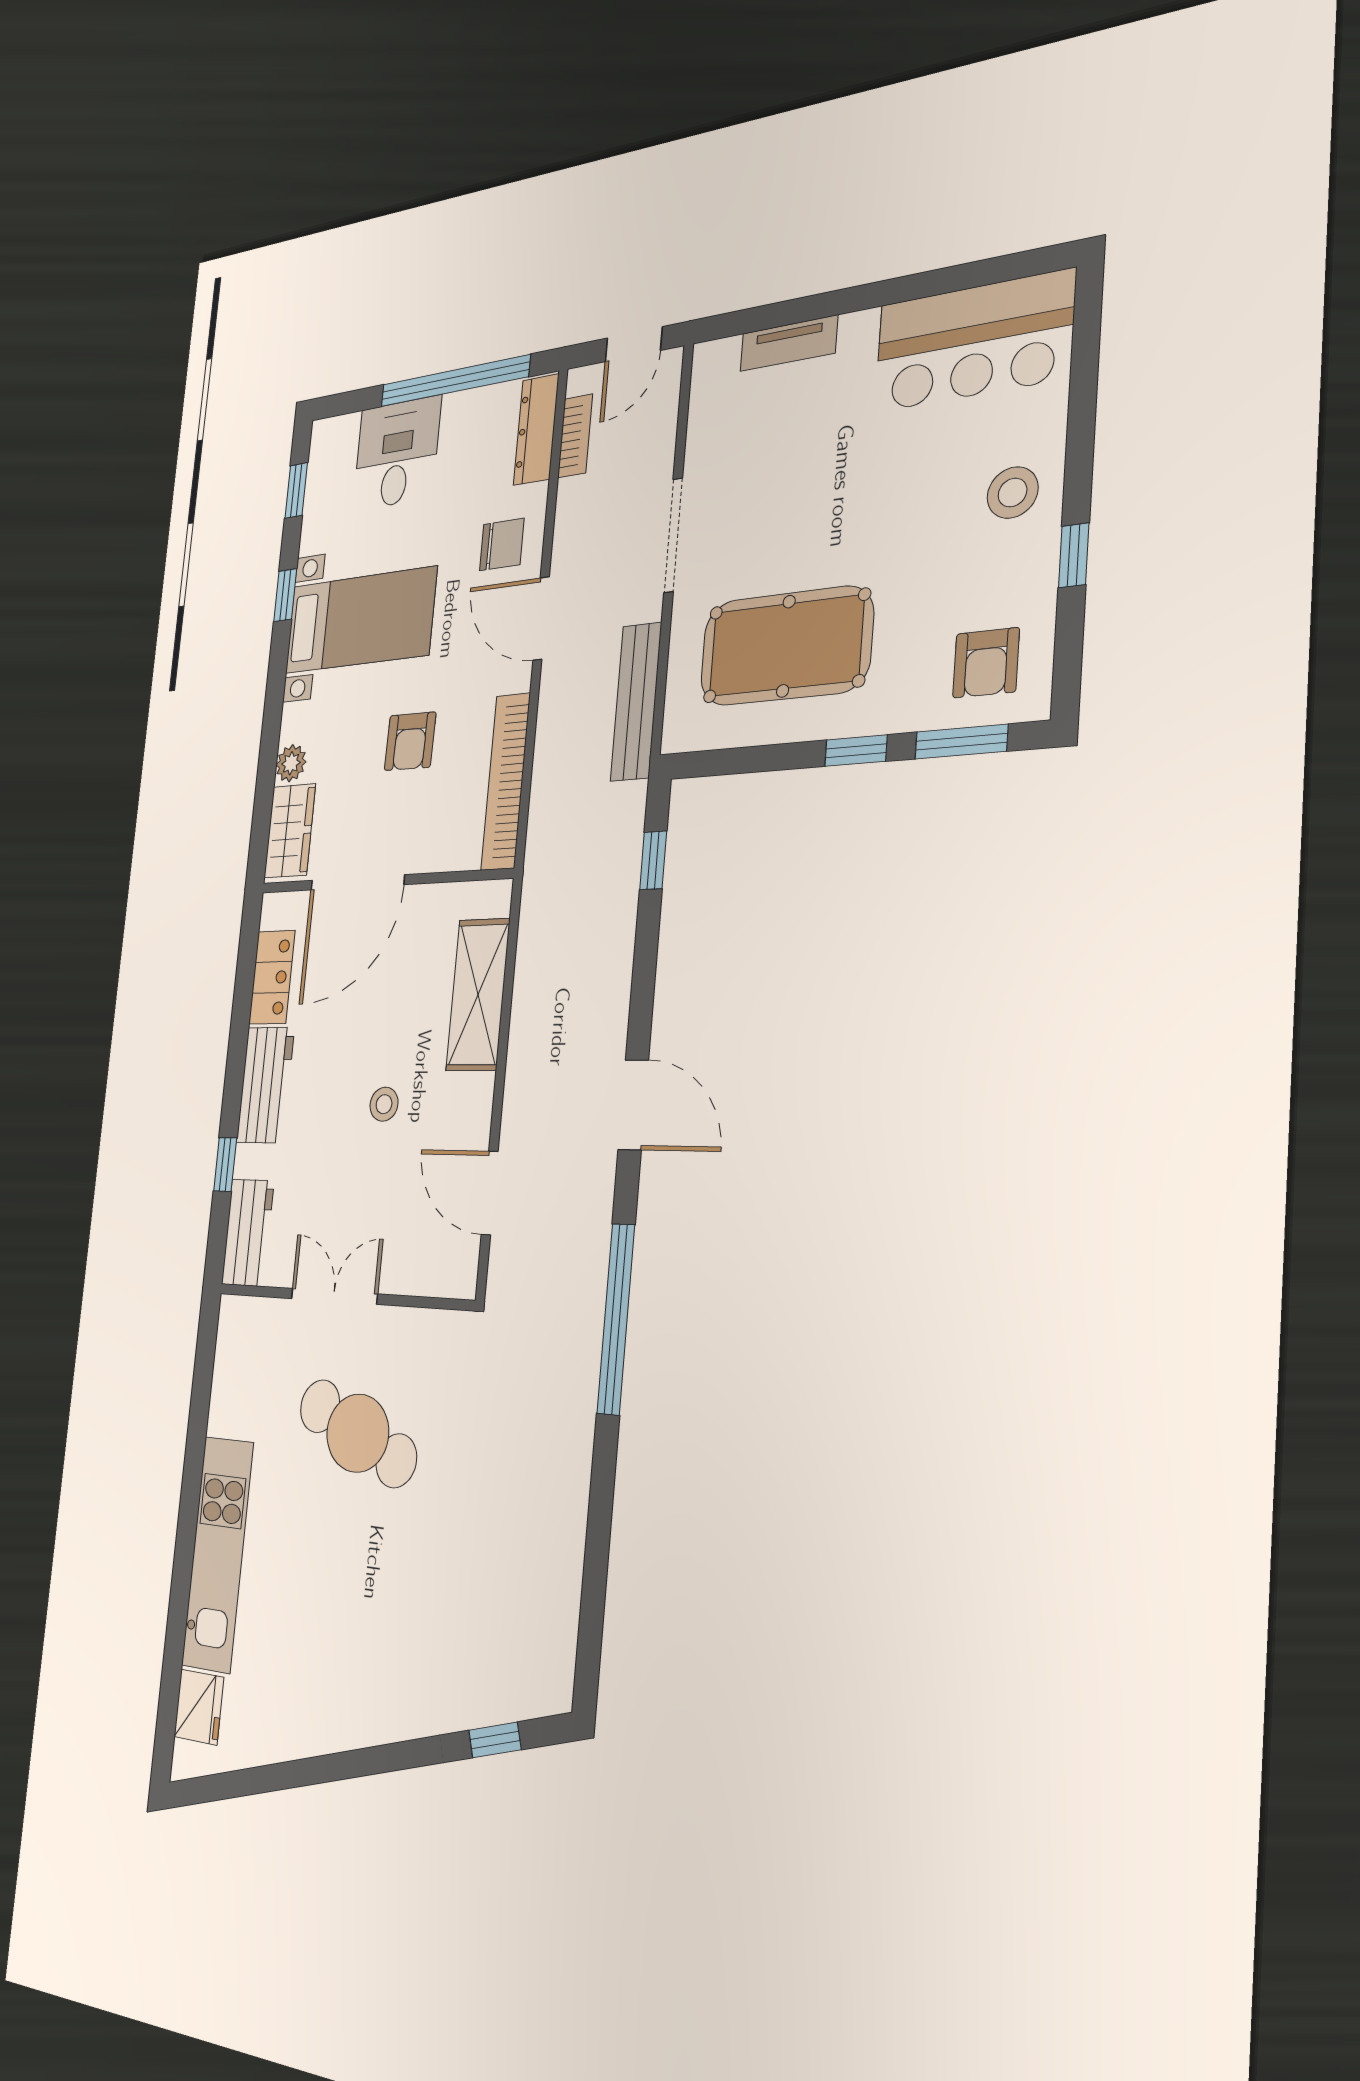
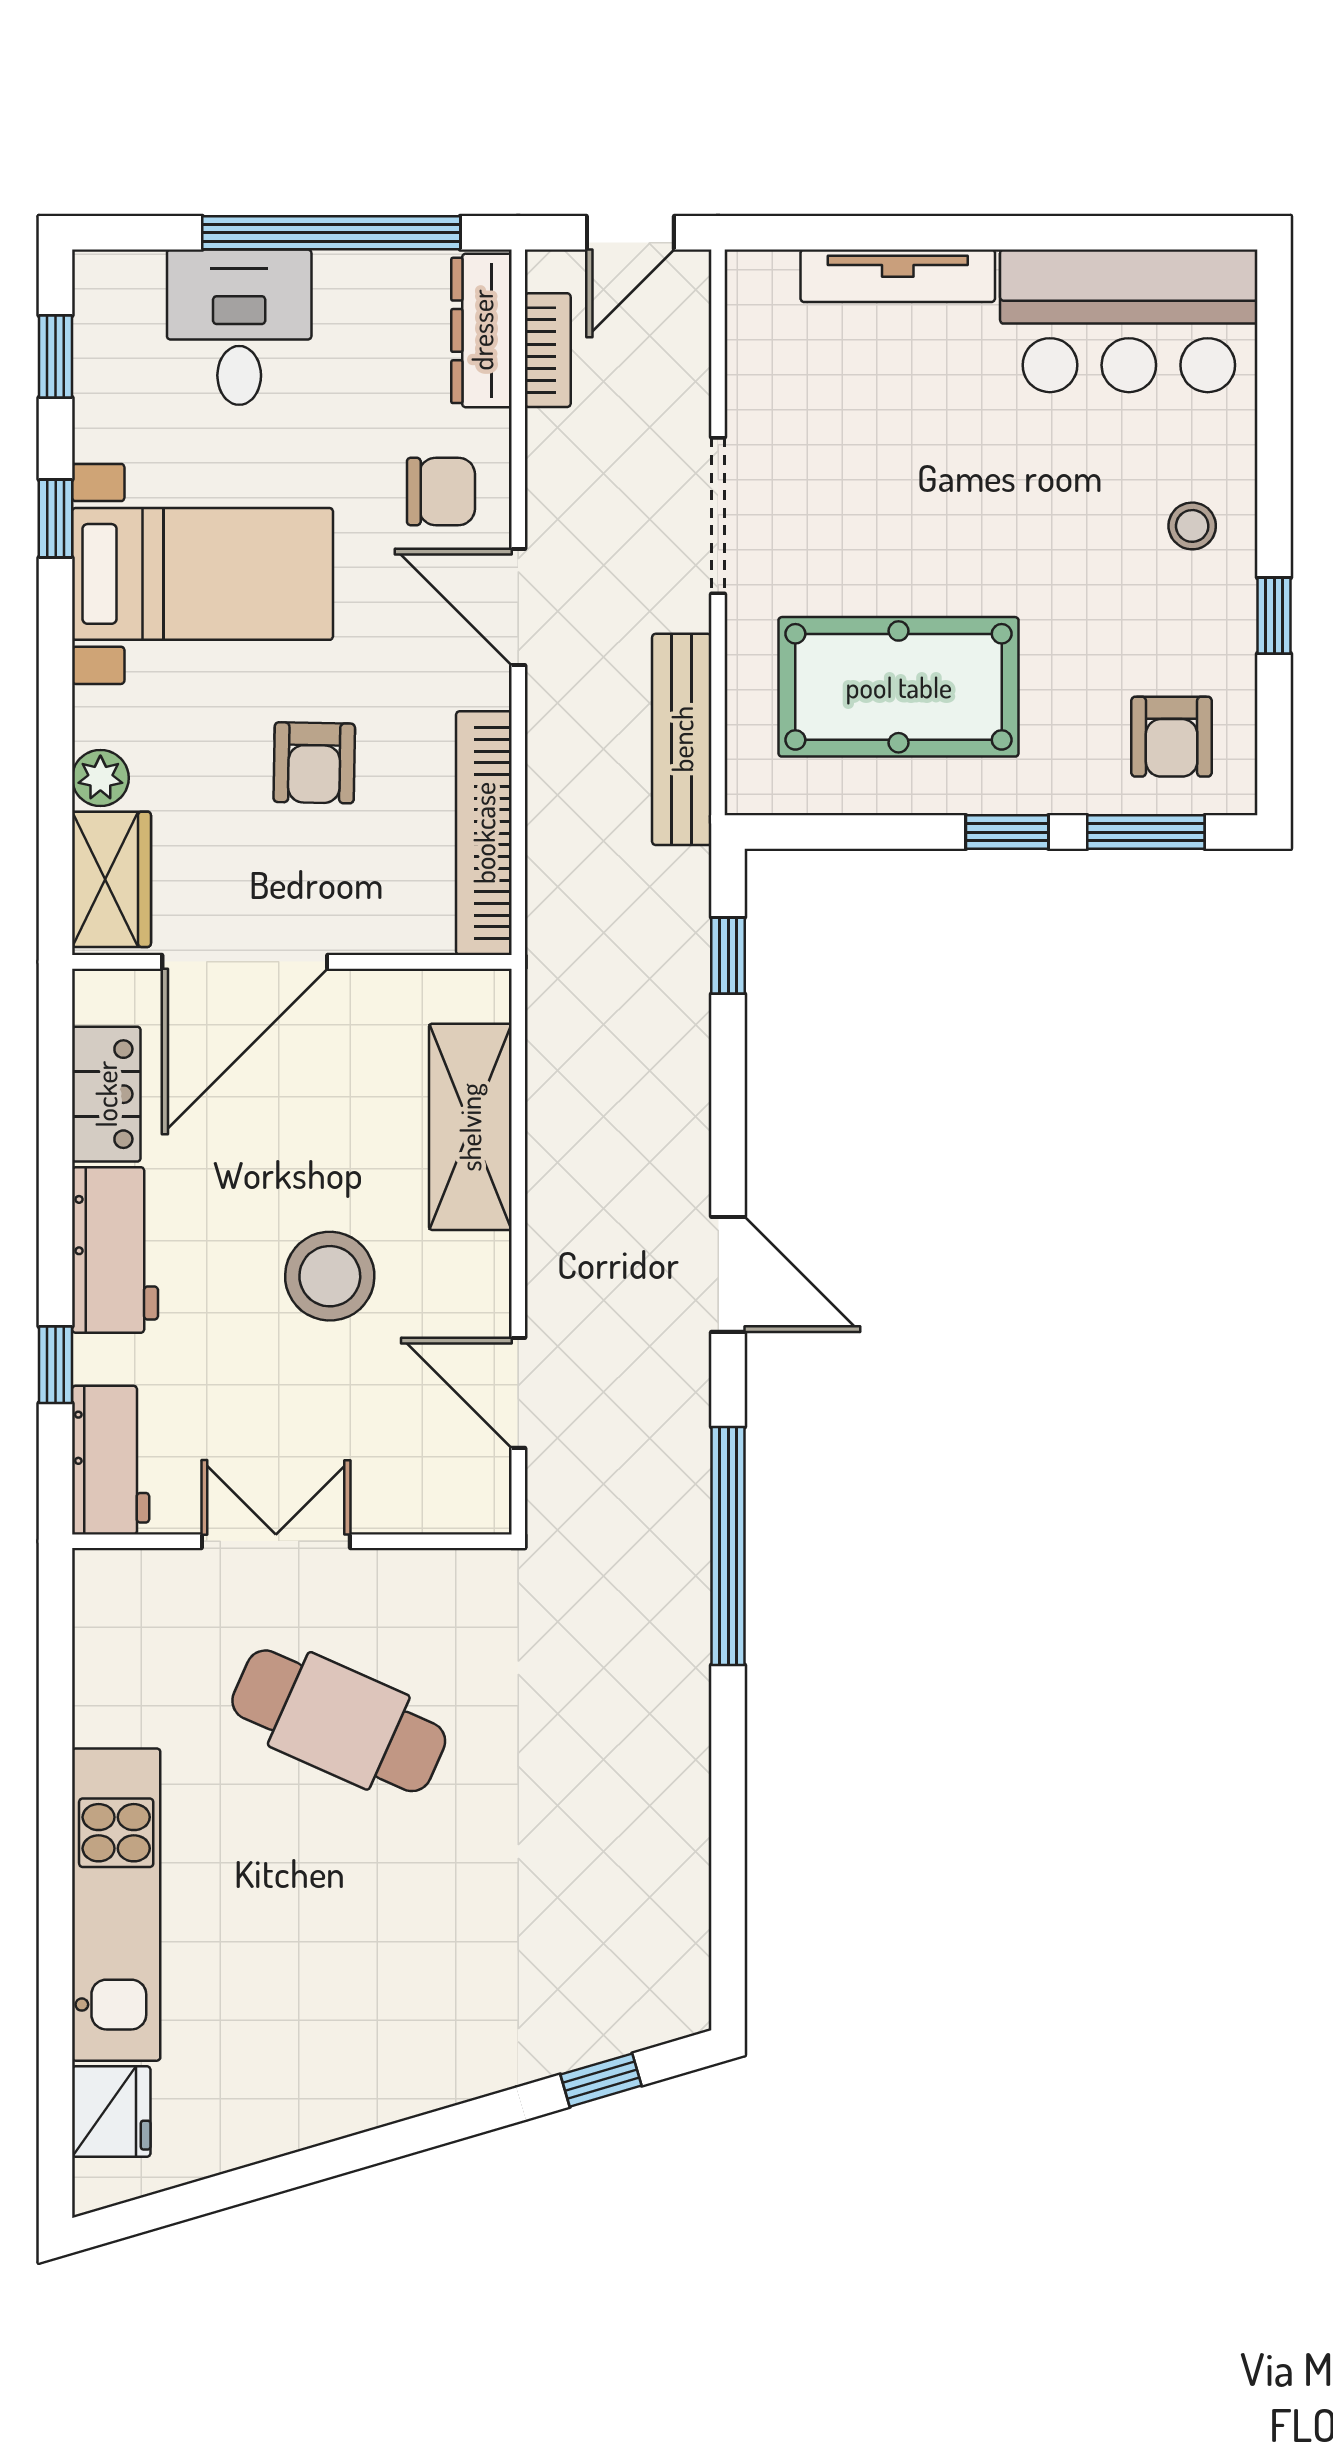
tv unit: (789, 343) -> (898, 276), width x1.41
stool: (1013, 493) -> (1192, 526), width x0.73, depth x0.73
stool: (384, 1104) -> (330, 1276), width x1.89, depth x1.89

